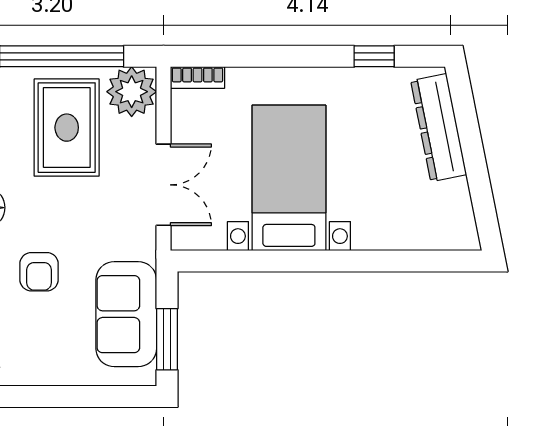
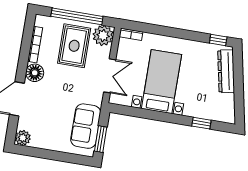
window: (374, 56) -> (218, 40), moved
window: (401, 261) -> (201, 123), added
armchair: (39, 272) -> (53, 103), removed

